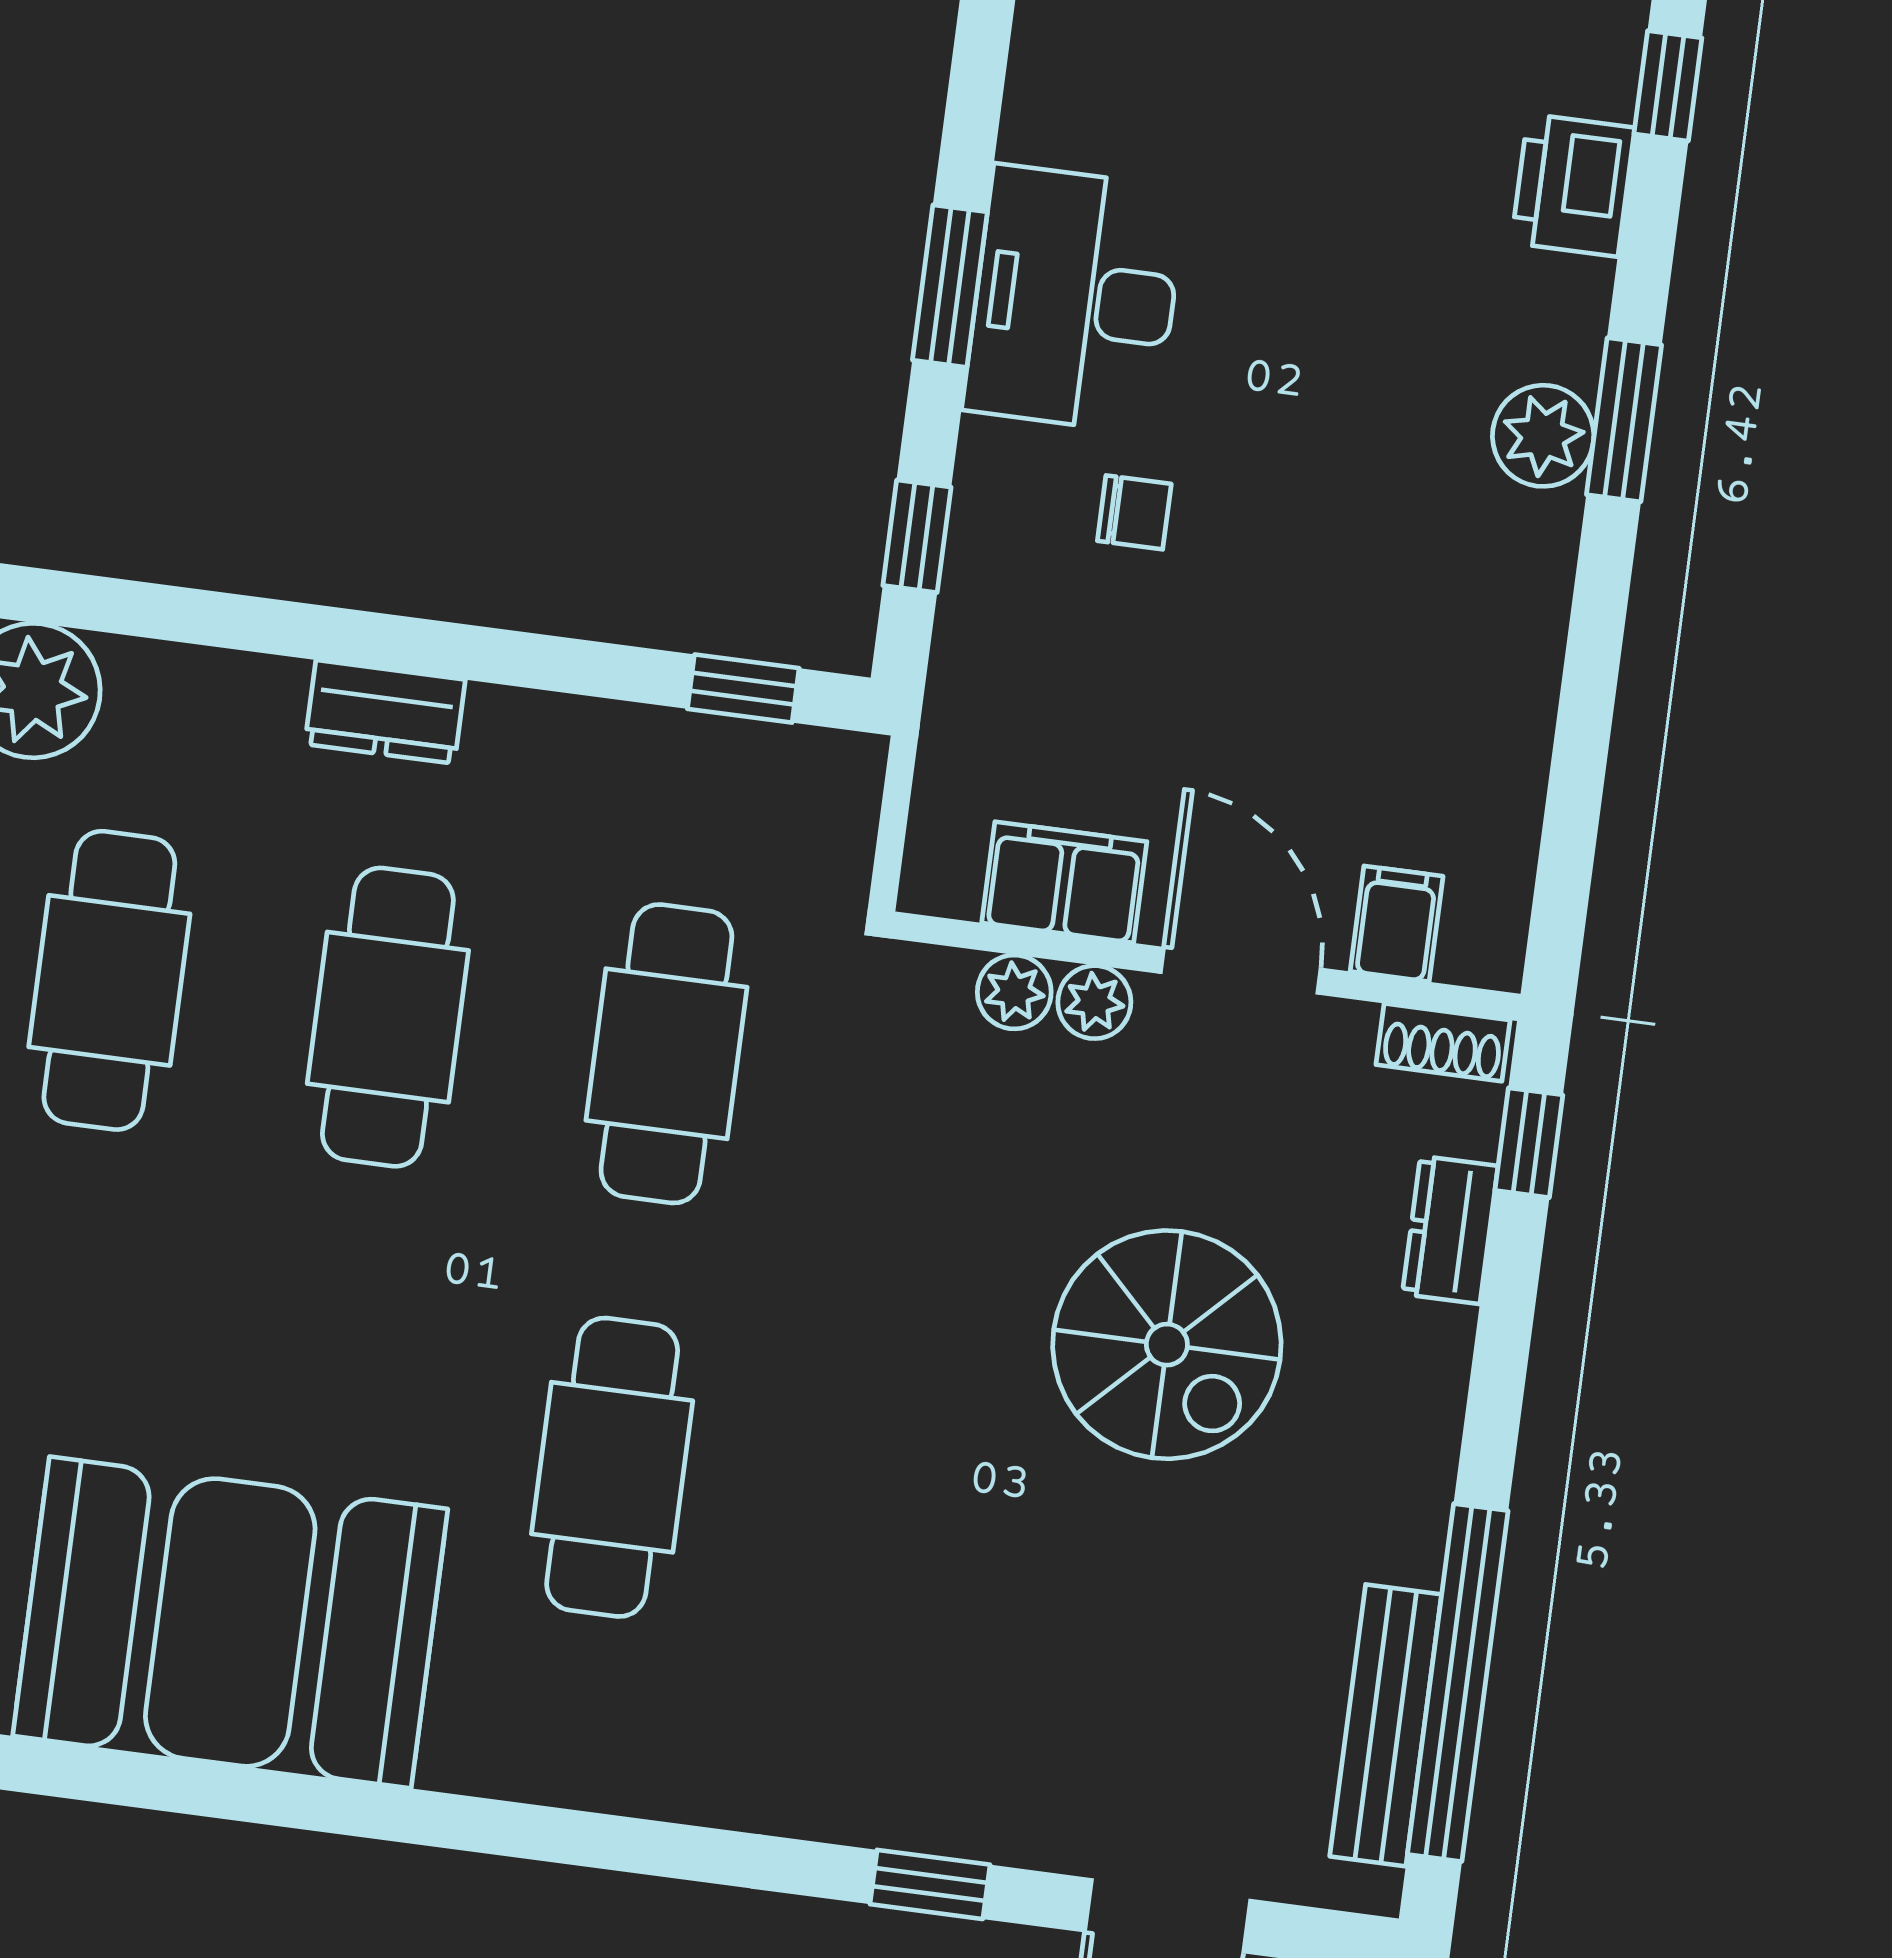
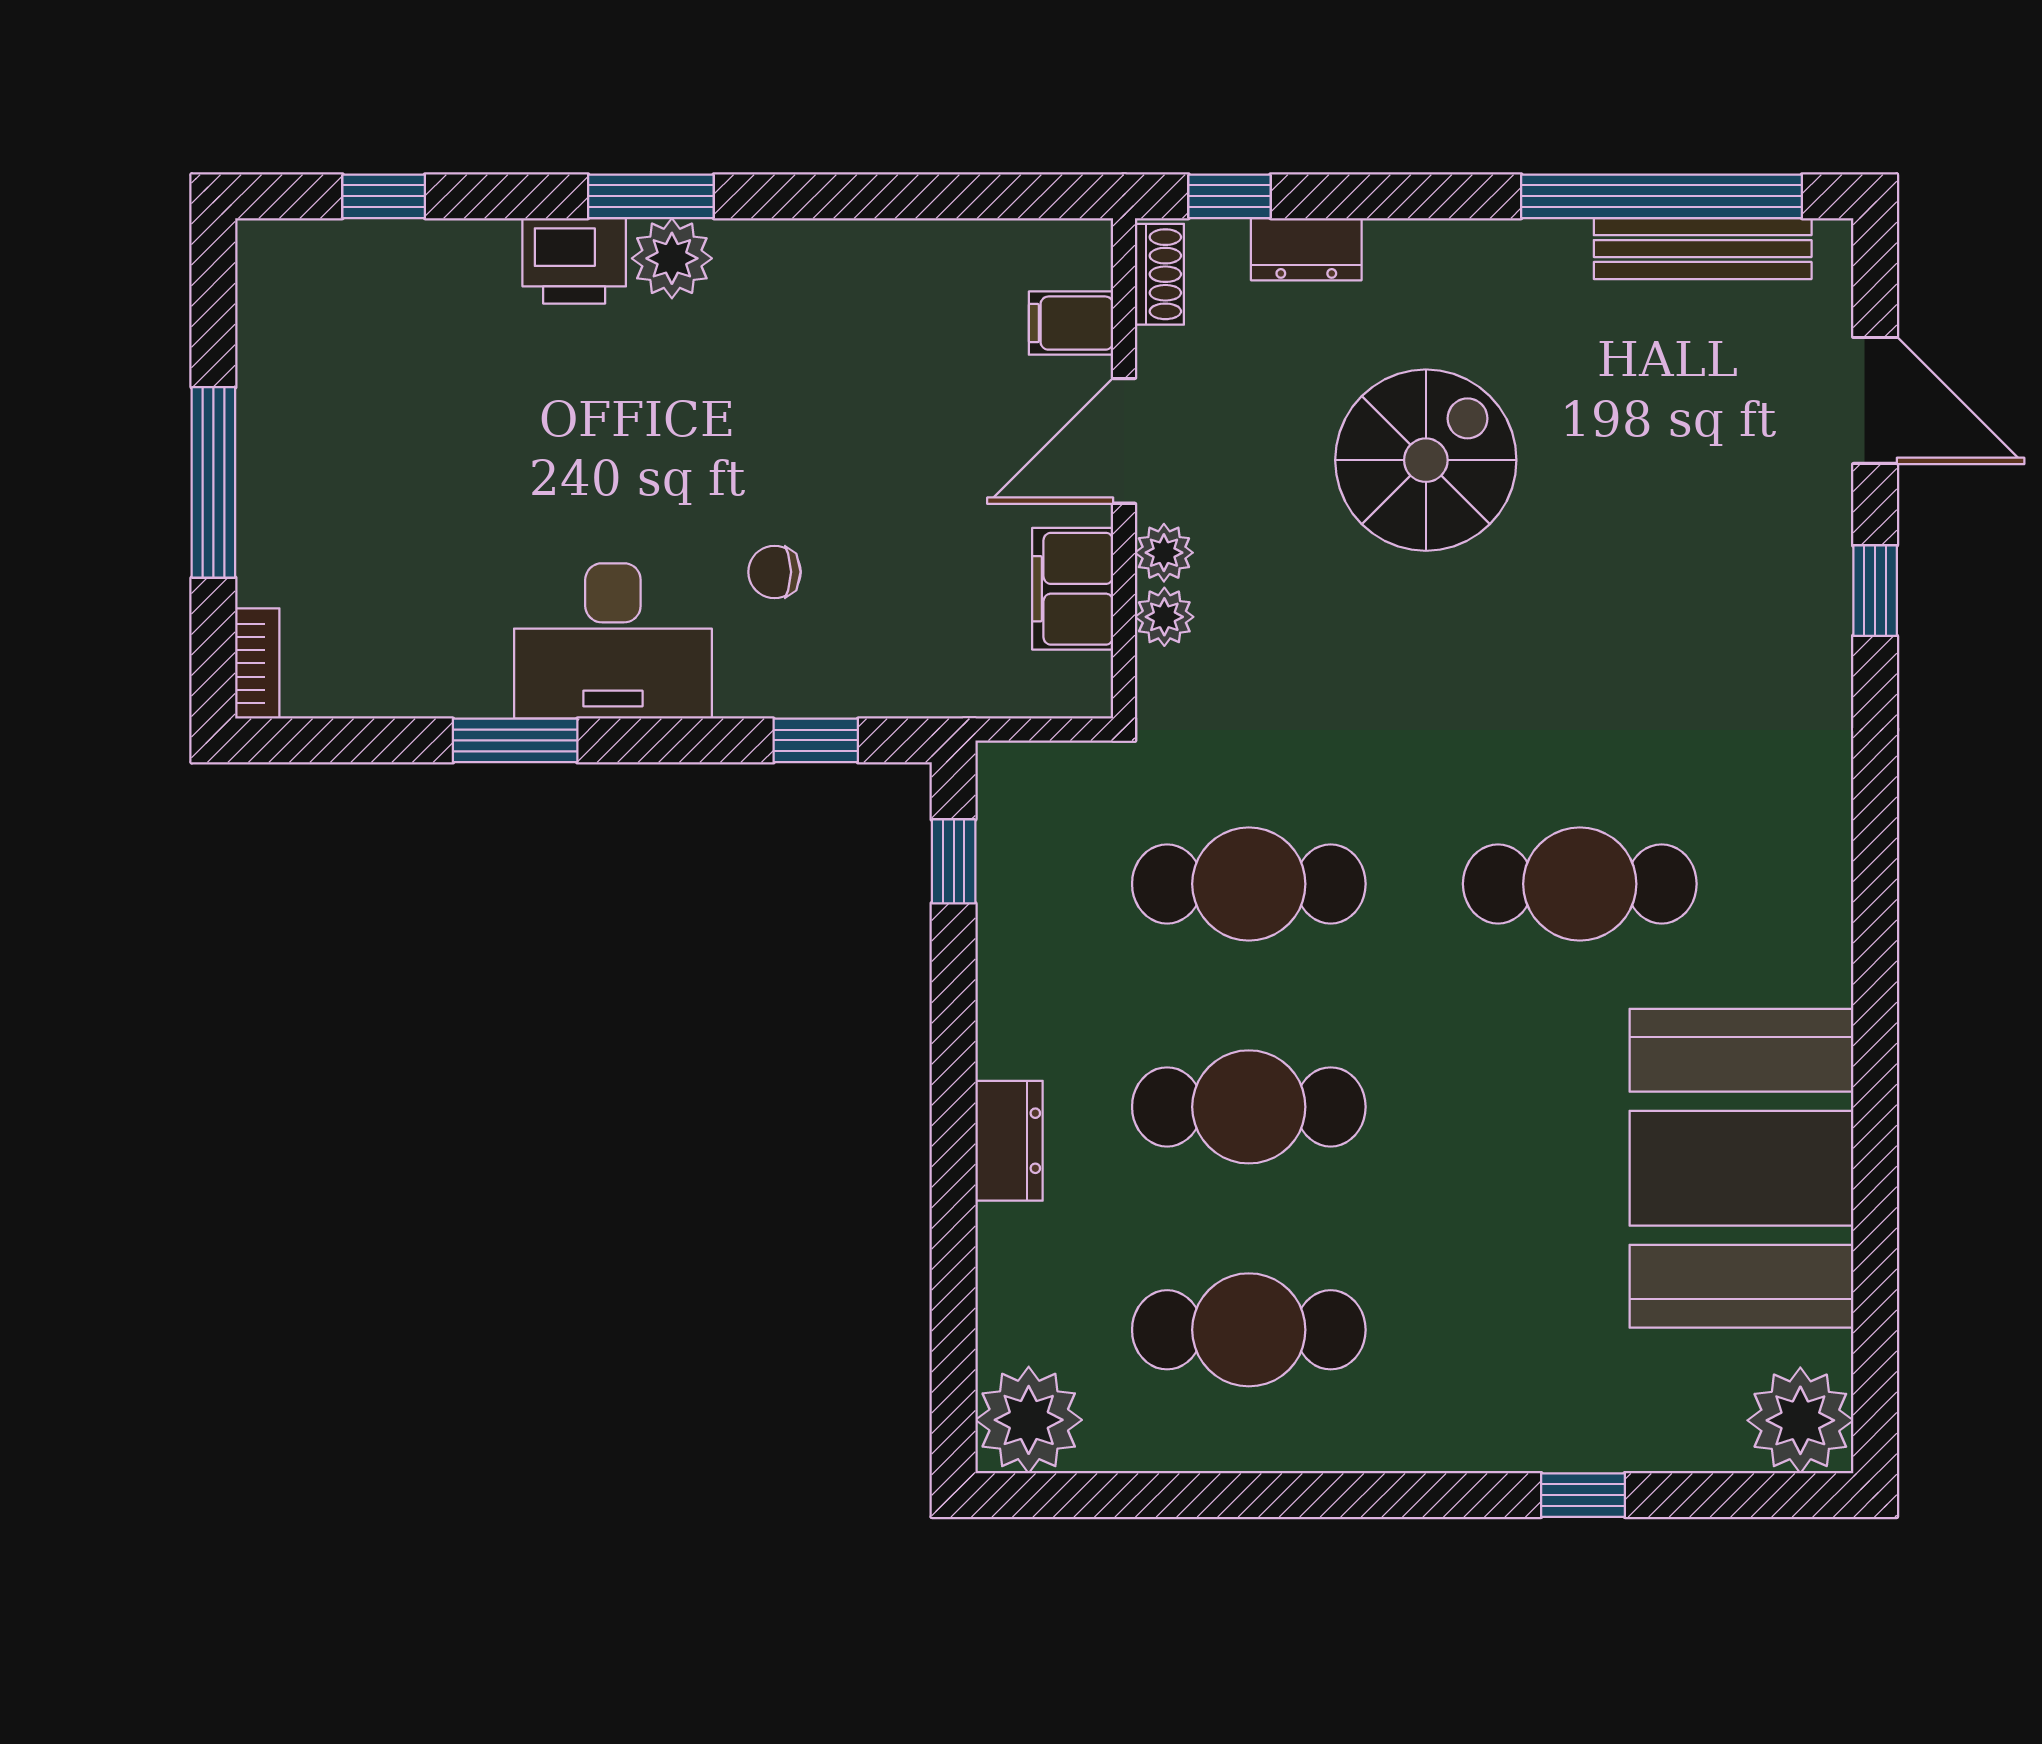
printer: (1573, 185) -> (574, 261), moved
window: (950, 286) -> (515, 740), moved
chair: (1134, 512) -> (774, 572), turned -90

